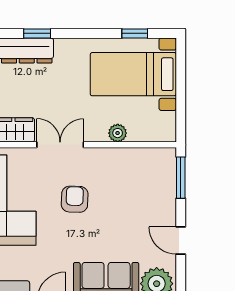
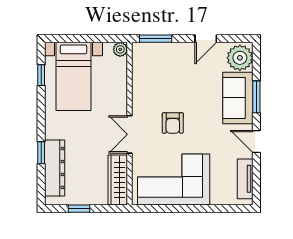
plant: (118, 133) -> (120, 49), moved
armchair: (75, 199) -> (173, 123), turned -92

